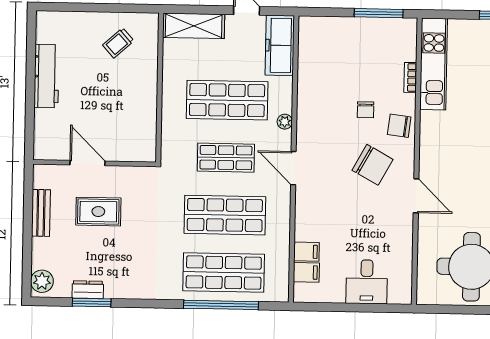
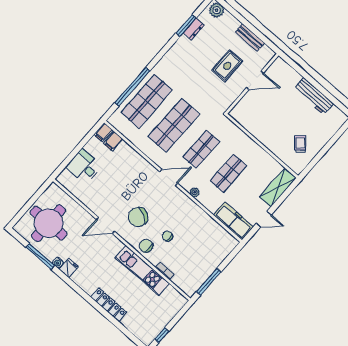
kitchen unit: (434, 64) -> (142, 271), moved
shop shelf: (227, 100) -> (228, 173), width x0.70, depth x0.74
chair: (399, 126) -> (146, 246), turned -94
filing cabinet: (306, 252) -> (103, 132), moved

